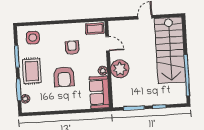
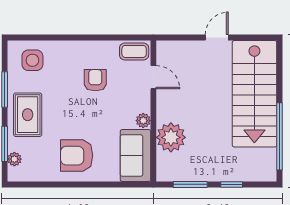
plant: (120, 69) -> (171, 137), moved
armchair: (64, 77) -> (77, 156), moved, turned 90

